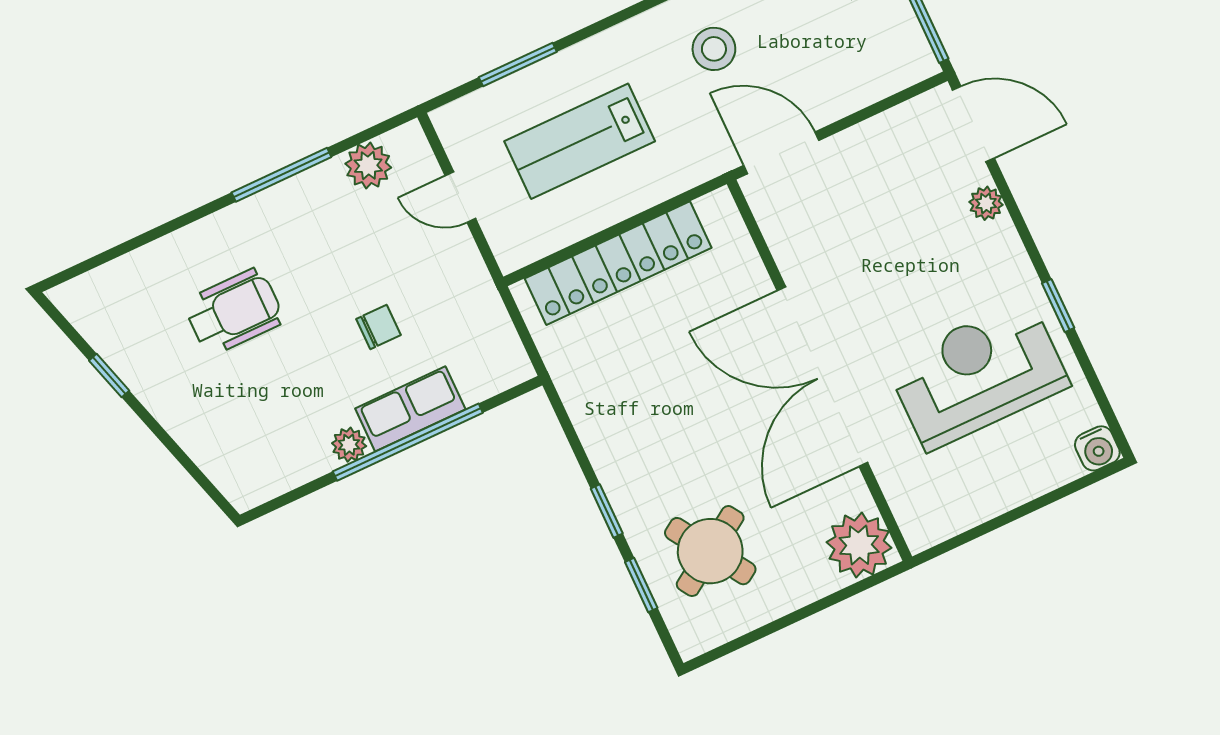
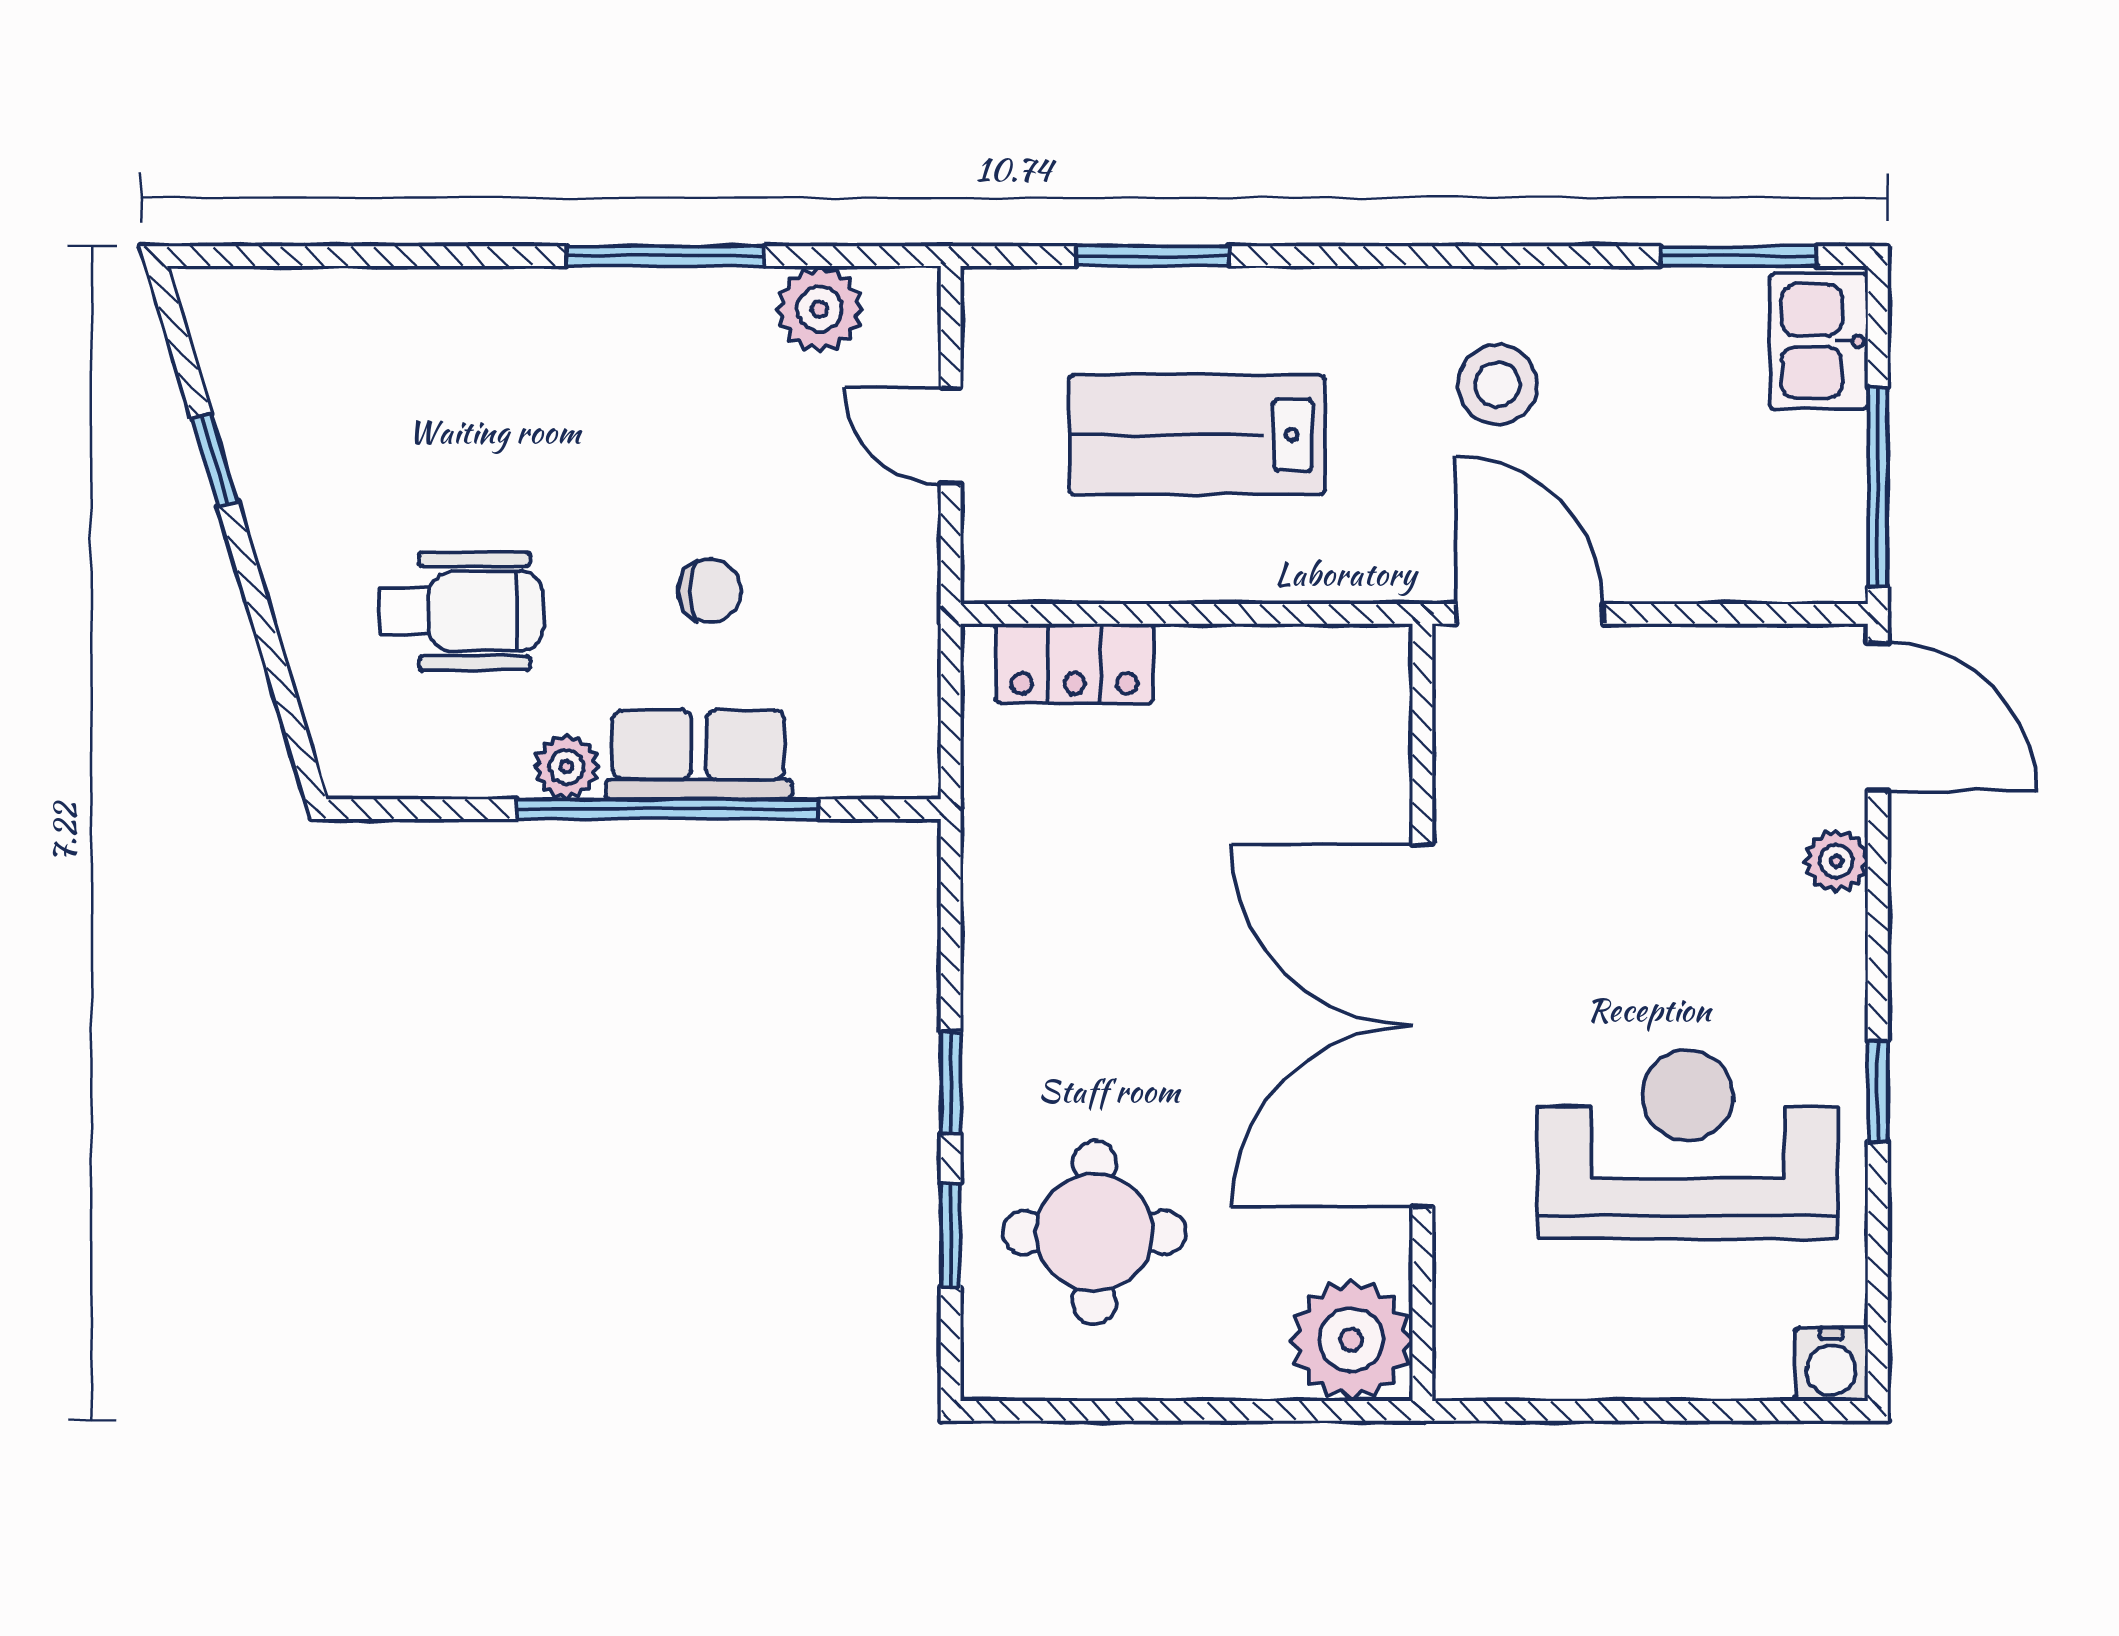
locker: (618, 263) -> (1074, 663), width x0.46, depth x0.83
wheelchair: (234, 312) -> (461, 611), moved
round table: (710, 551) -> (1094, 1232), turned 33

